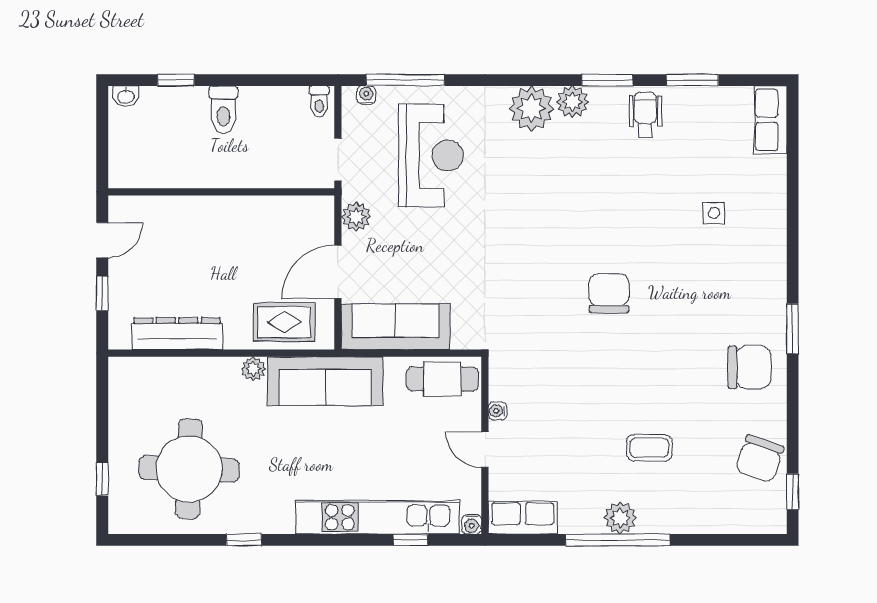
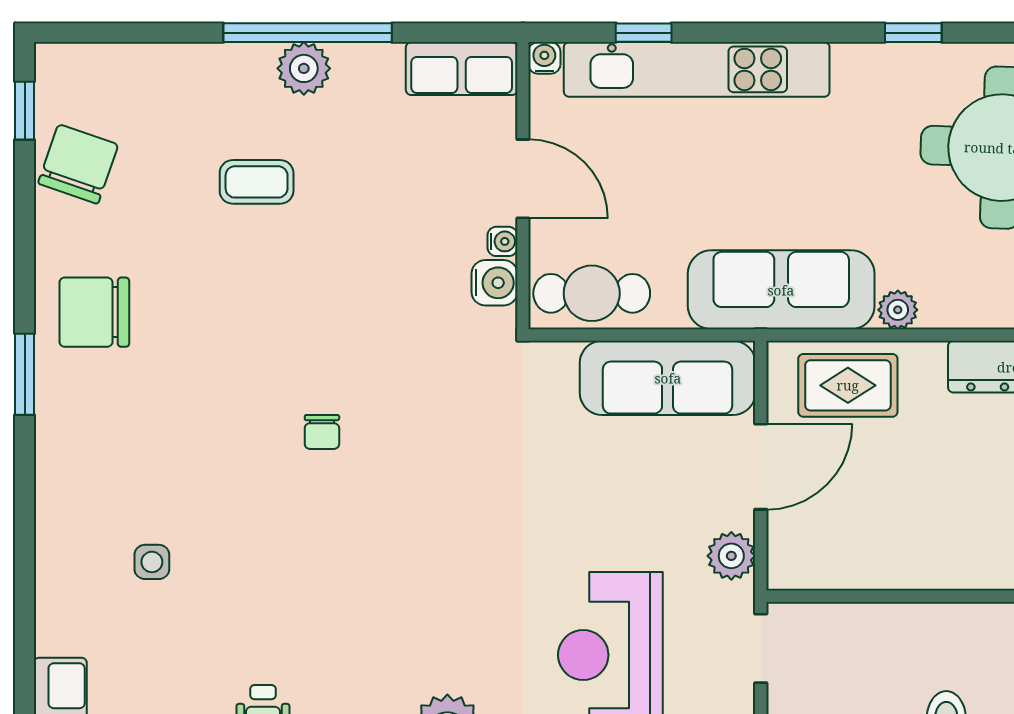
chair: (609, 293) -> (322, 432), width x0.54, depth x0.54
water cooler: (502, 385) -> (494, 283), added
door: (485, 450) -> (523, 179), width x1.38

